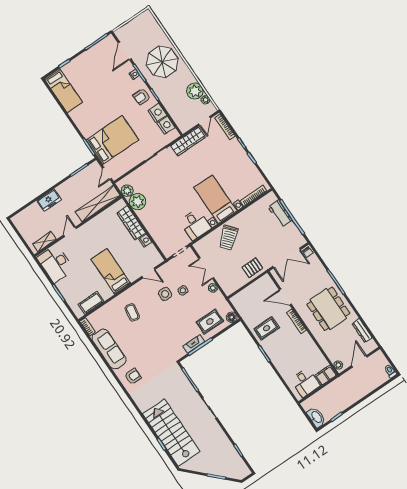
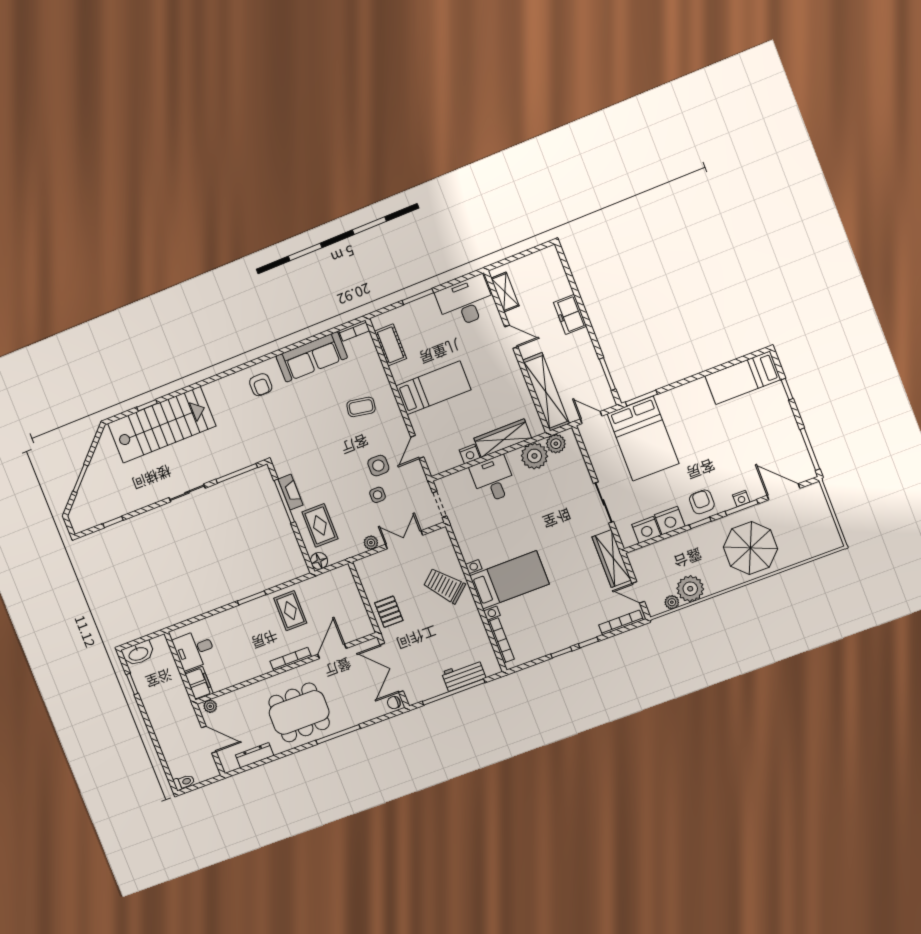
desk: (195, 225) -> (493, 479), moved, turned 90

